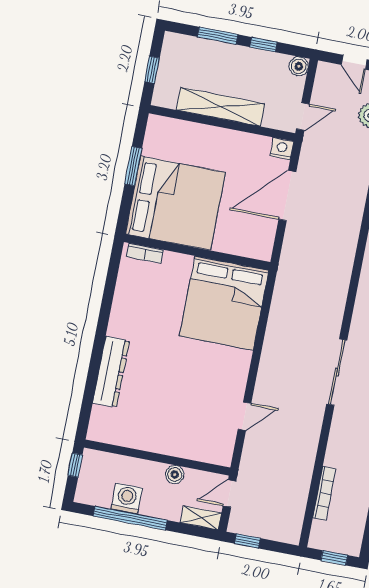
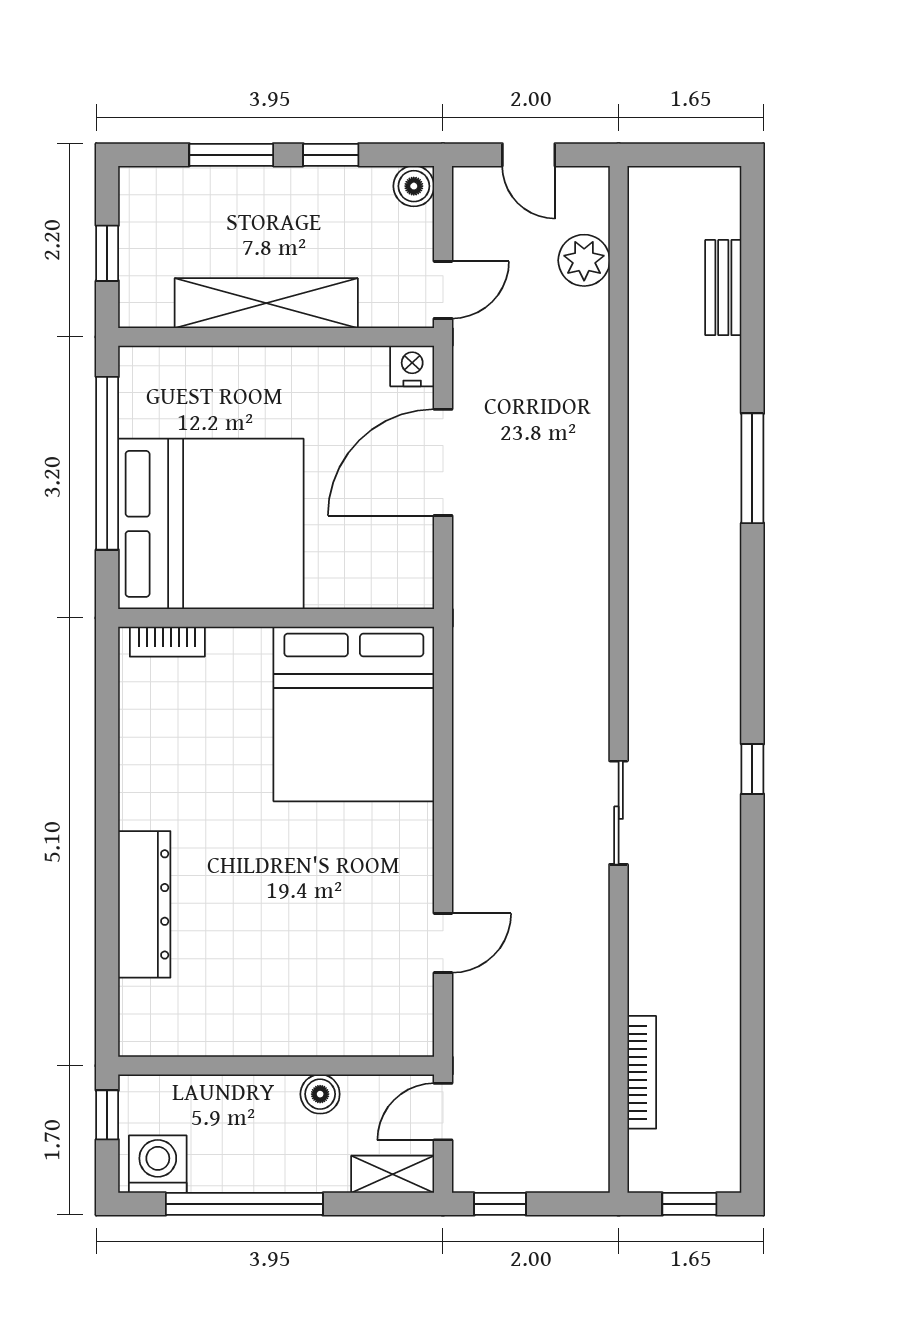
window: (133, 166) -> (107, 463), width x2.11
sliding door: (337, 372) -> (619, 813), width x0.73
washing machine: (127, 499) -> (158, 1164), moved

